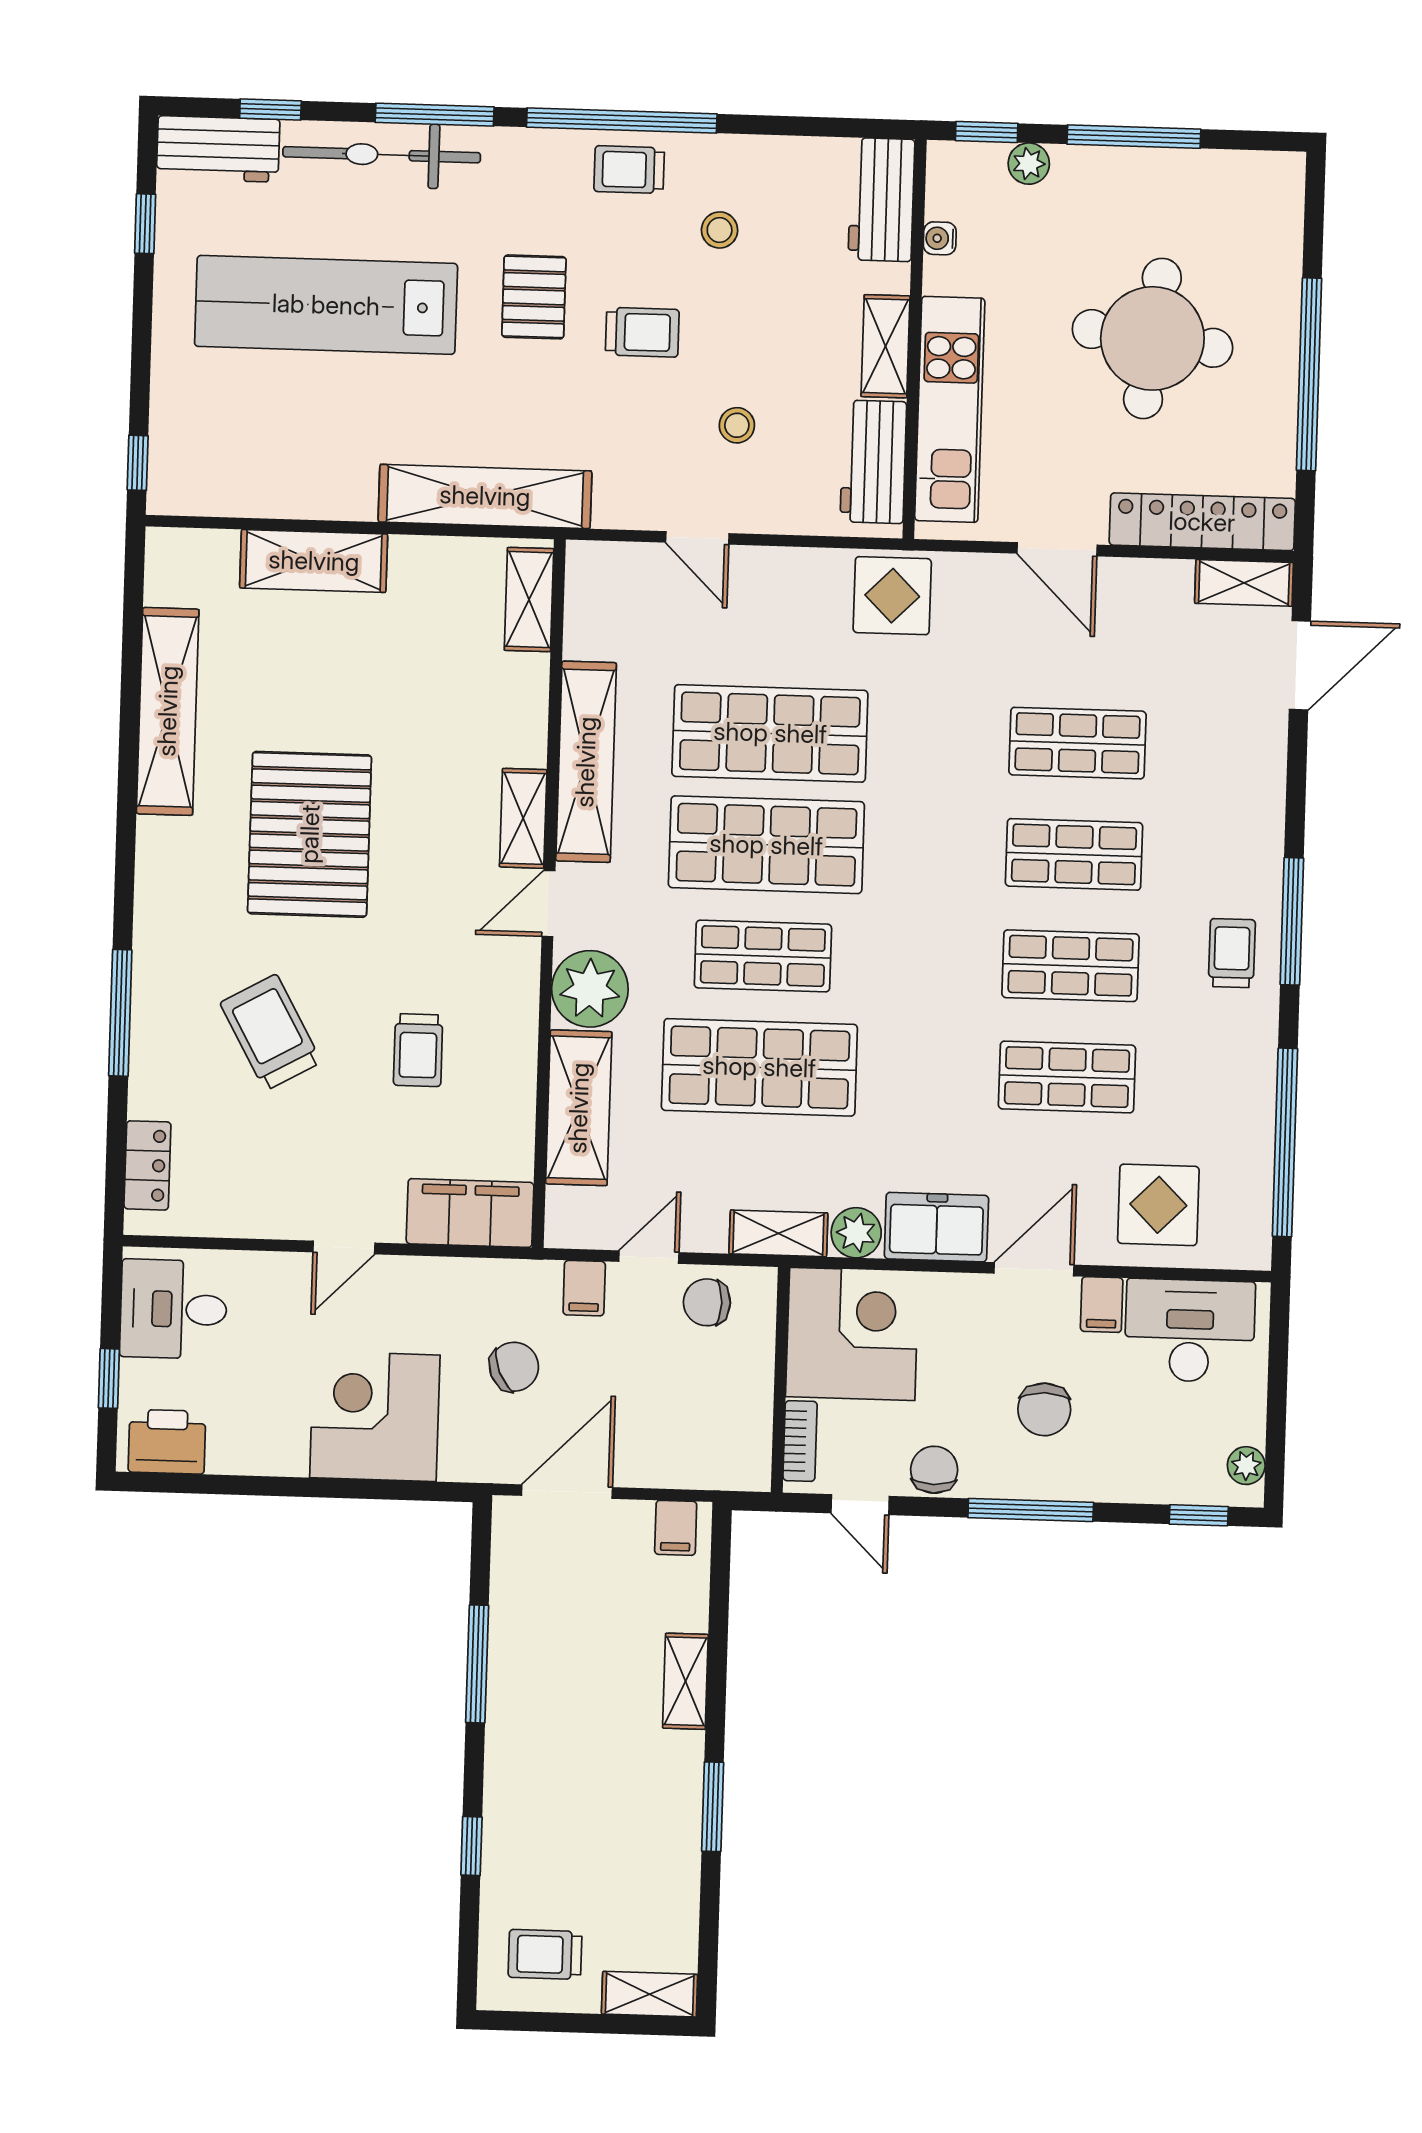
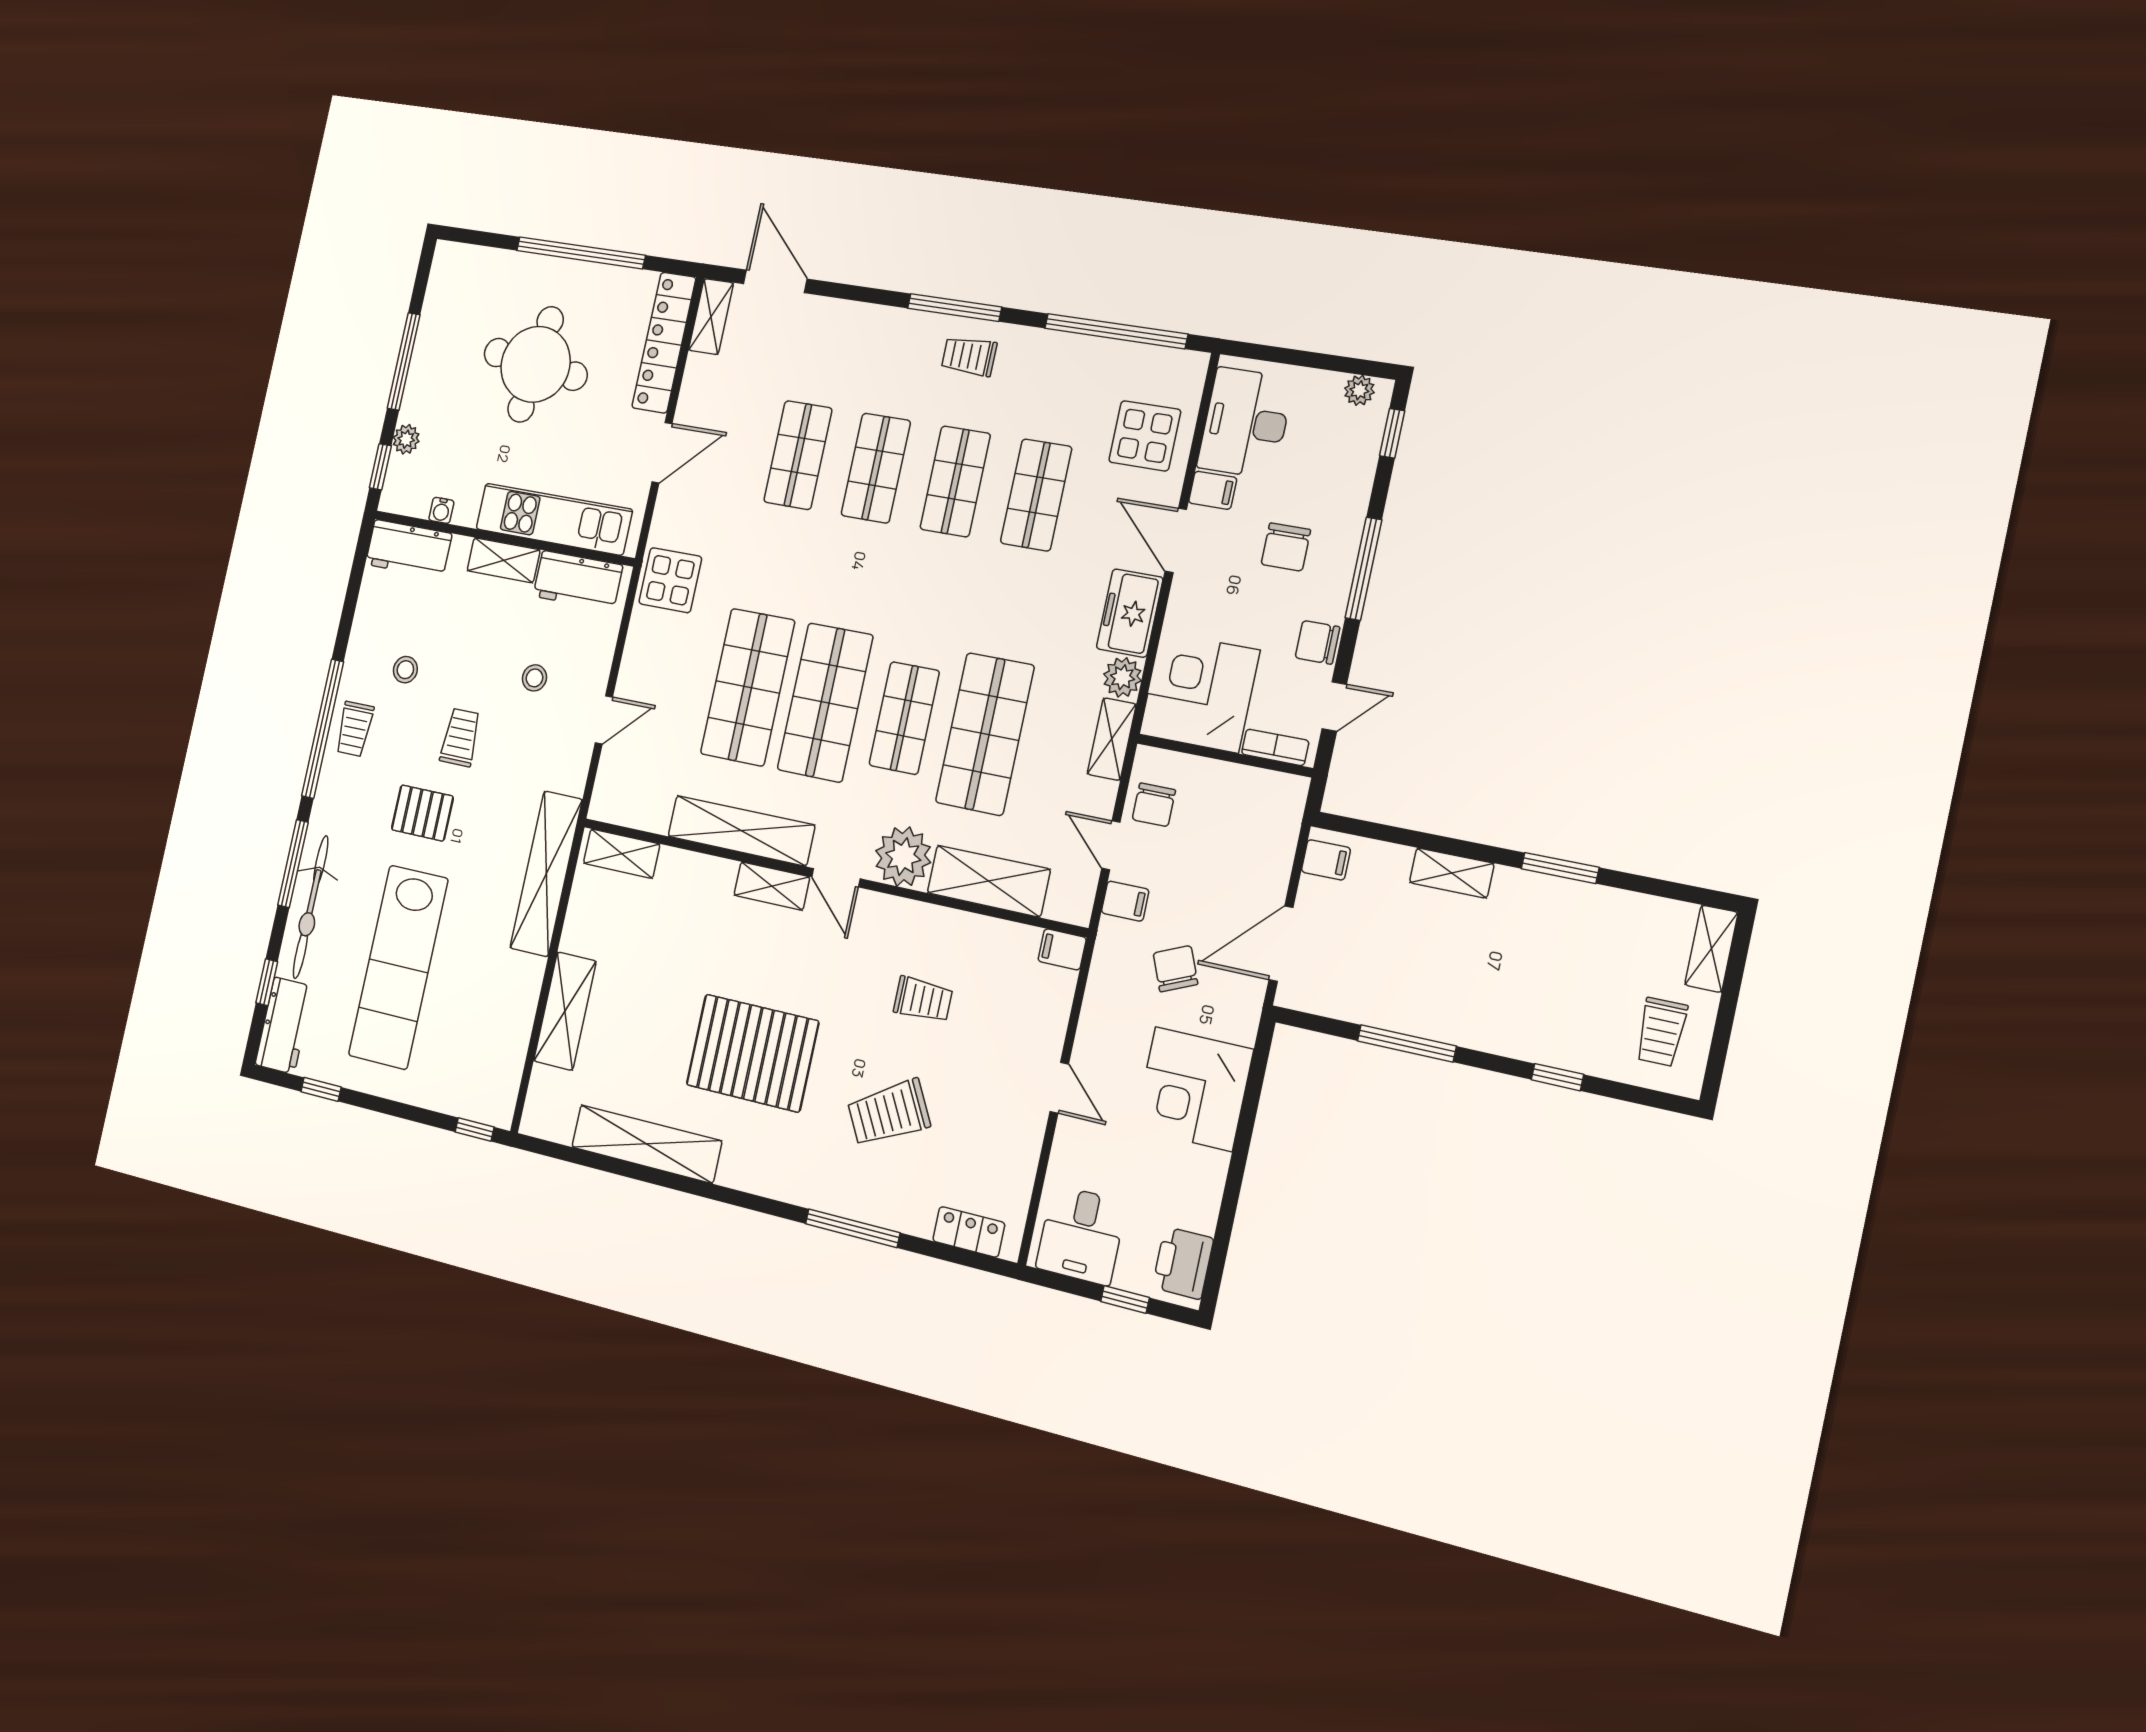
filing cabinet: (470, 1213) -> (1062, 949), width x0.33, depth x0.86
chair: (1044, 1409) -> (1286, 547), turned 90
door: (567, 1492) -> (1281, 944), hinge flipped

